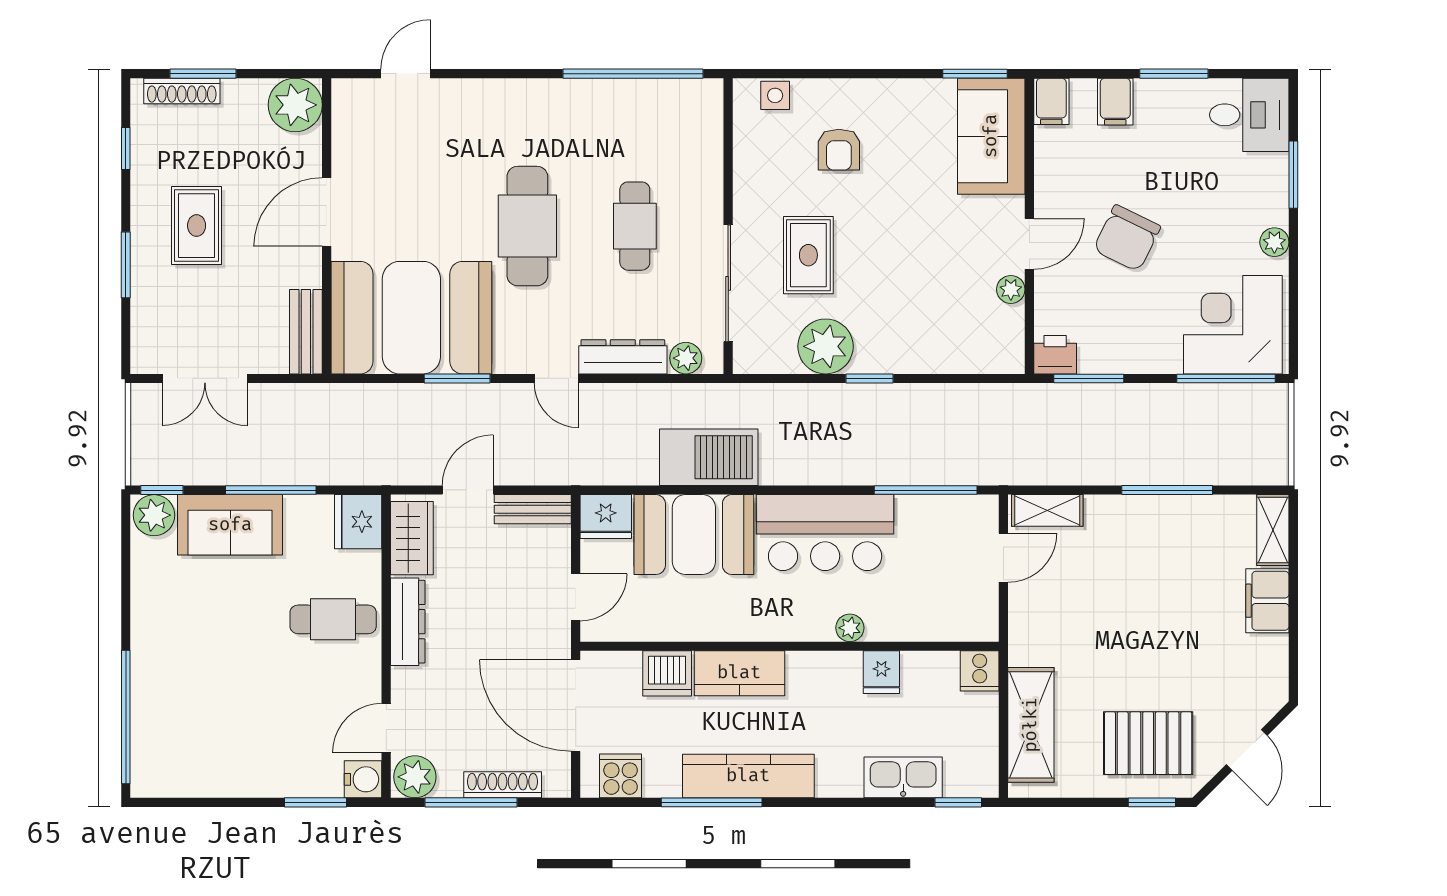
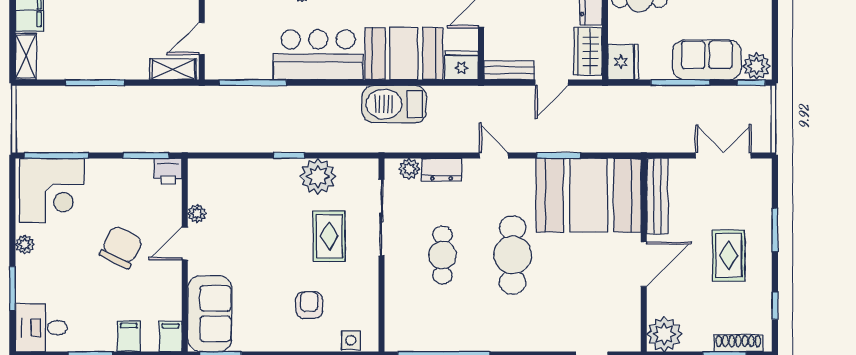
bench: (306, 332) -> (657, 196), width x1.36
dresser: (623, 357) -> (442, 170), width x0.70

